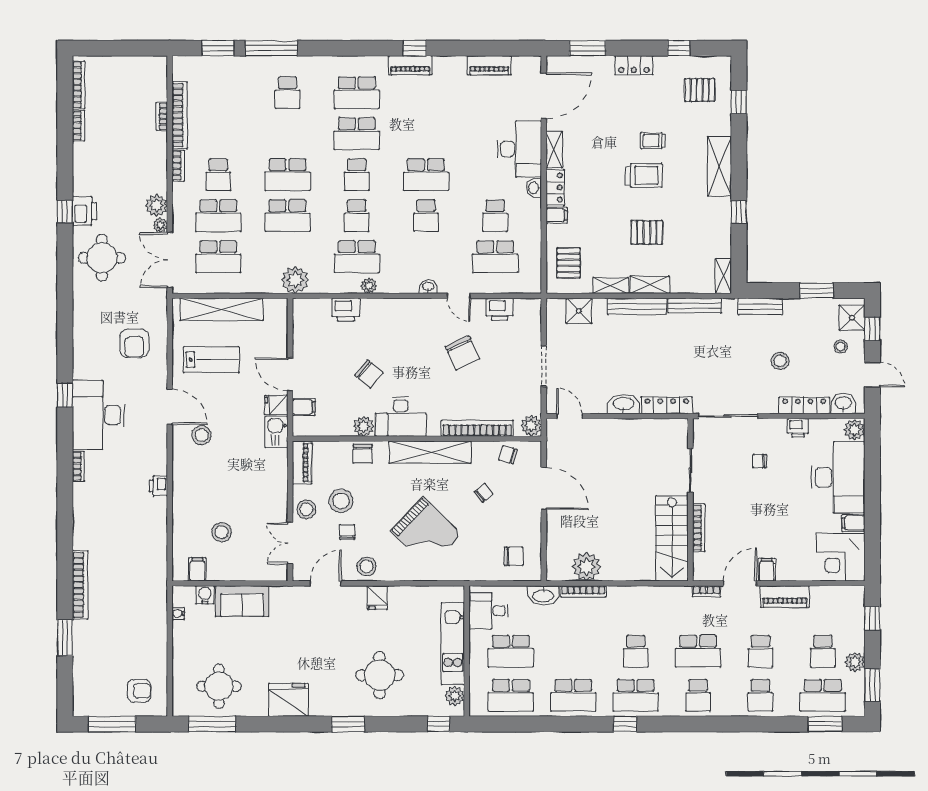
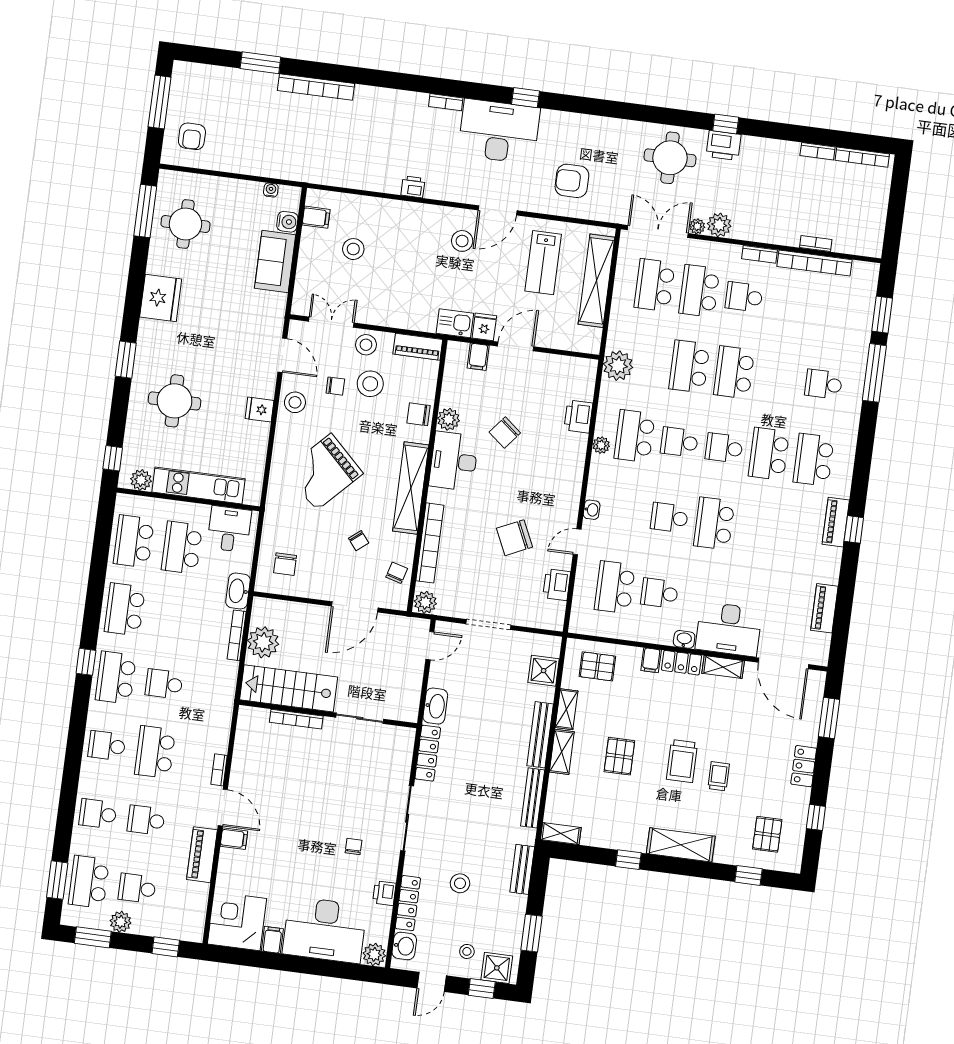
sliding door: (690, 471) -> (360, 718), moved
wall: (690, 500) -> (328, 714), moved
bookcase: (699, 528) -> (296, 719), moved
stairs: (672, 538) -> (289, 688), moved

